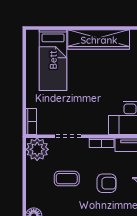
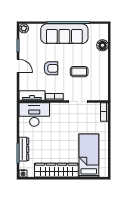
plant: (37, 149) -> (100, 92), removed
armchair: (107, 183) -> (51, 68), turned 180

